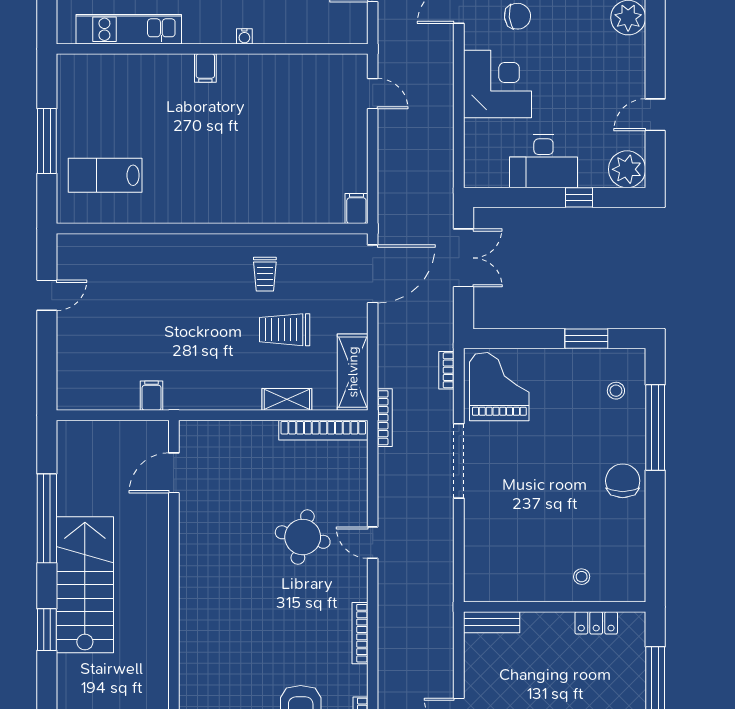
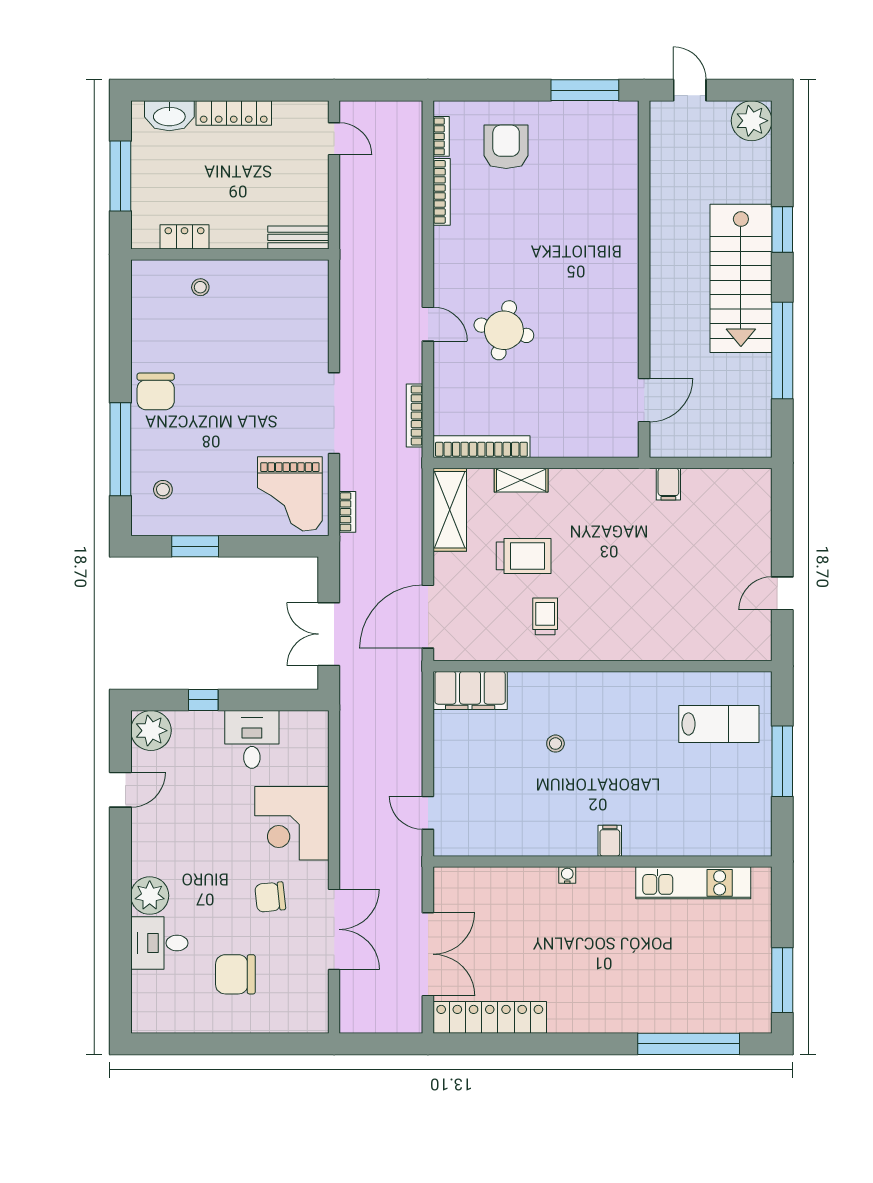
stool: (255, 157) -> (555, 744), added
desk: (543, 161) -> (252, 739), width x0.73
filing cabinet: (356, 209) -> (470, 690), width x3.00, depth x1.17
bookcase: (385, 418) -> (415, 415), moved
bookcase: (360, 633) -> (442, 192), moved

